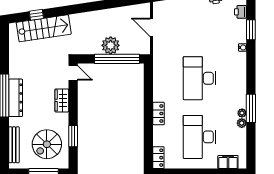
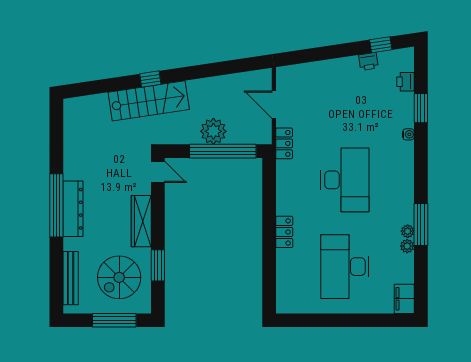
window: (36, 15) -> (150, 79), moved
stairs: (44, 28) -> (149, 101), moved
desk: (200, 78) -> (345, 180), turned 180
wardrobe: (62, 100) -> (141, 221), width x1.50
locker: (158, 158) -> (284, 143), moved
filing cabinet: (228, 162) -> (404, 299), moved, turned -90

